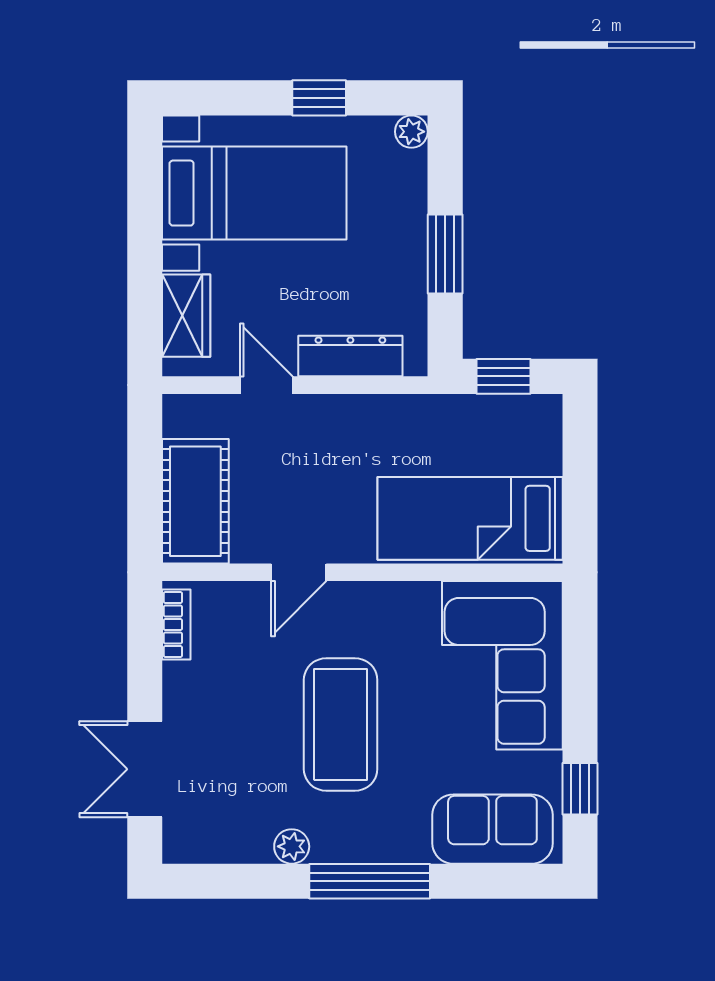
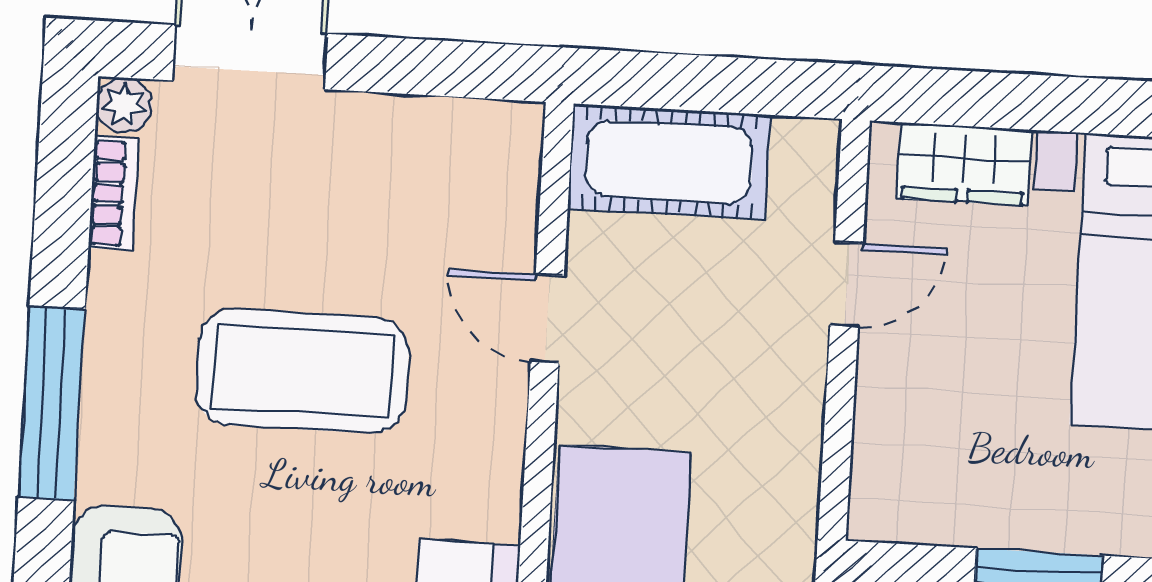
dresser: (350, 356) -> (885, 420), removed
bookcase: (176, 625) -> (114, 194), moved, turned -90
plant: (292, 846) -> (124, 105), moved

